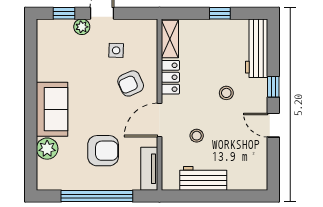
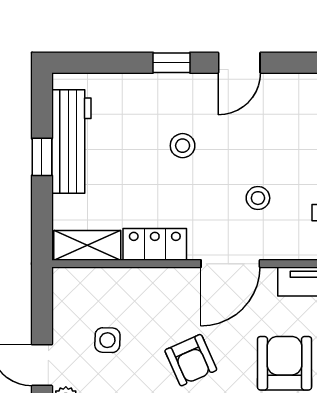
workbench: (257, 48) -> (71, 142), moved, turned -90
armchair: (131, 83) -> (191, 360), moved
door: (159, 120) -> (230, 264), hinge flipped

